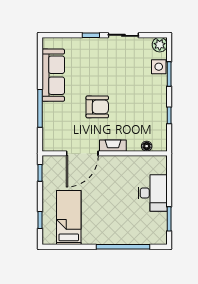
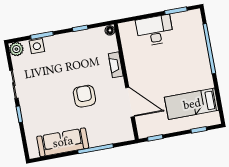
fireplace: (113, 146) -> (116, 65), moved
floor lamp: (147, 146) -> (110, 30), moved

